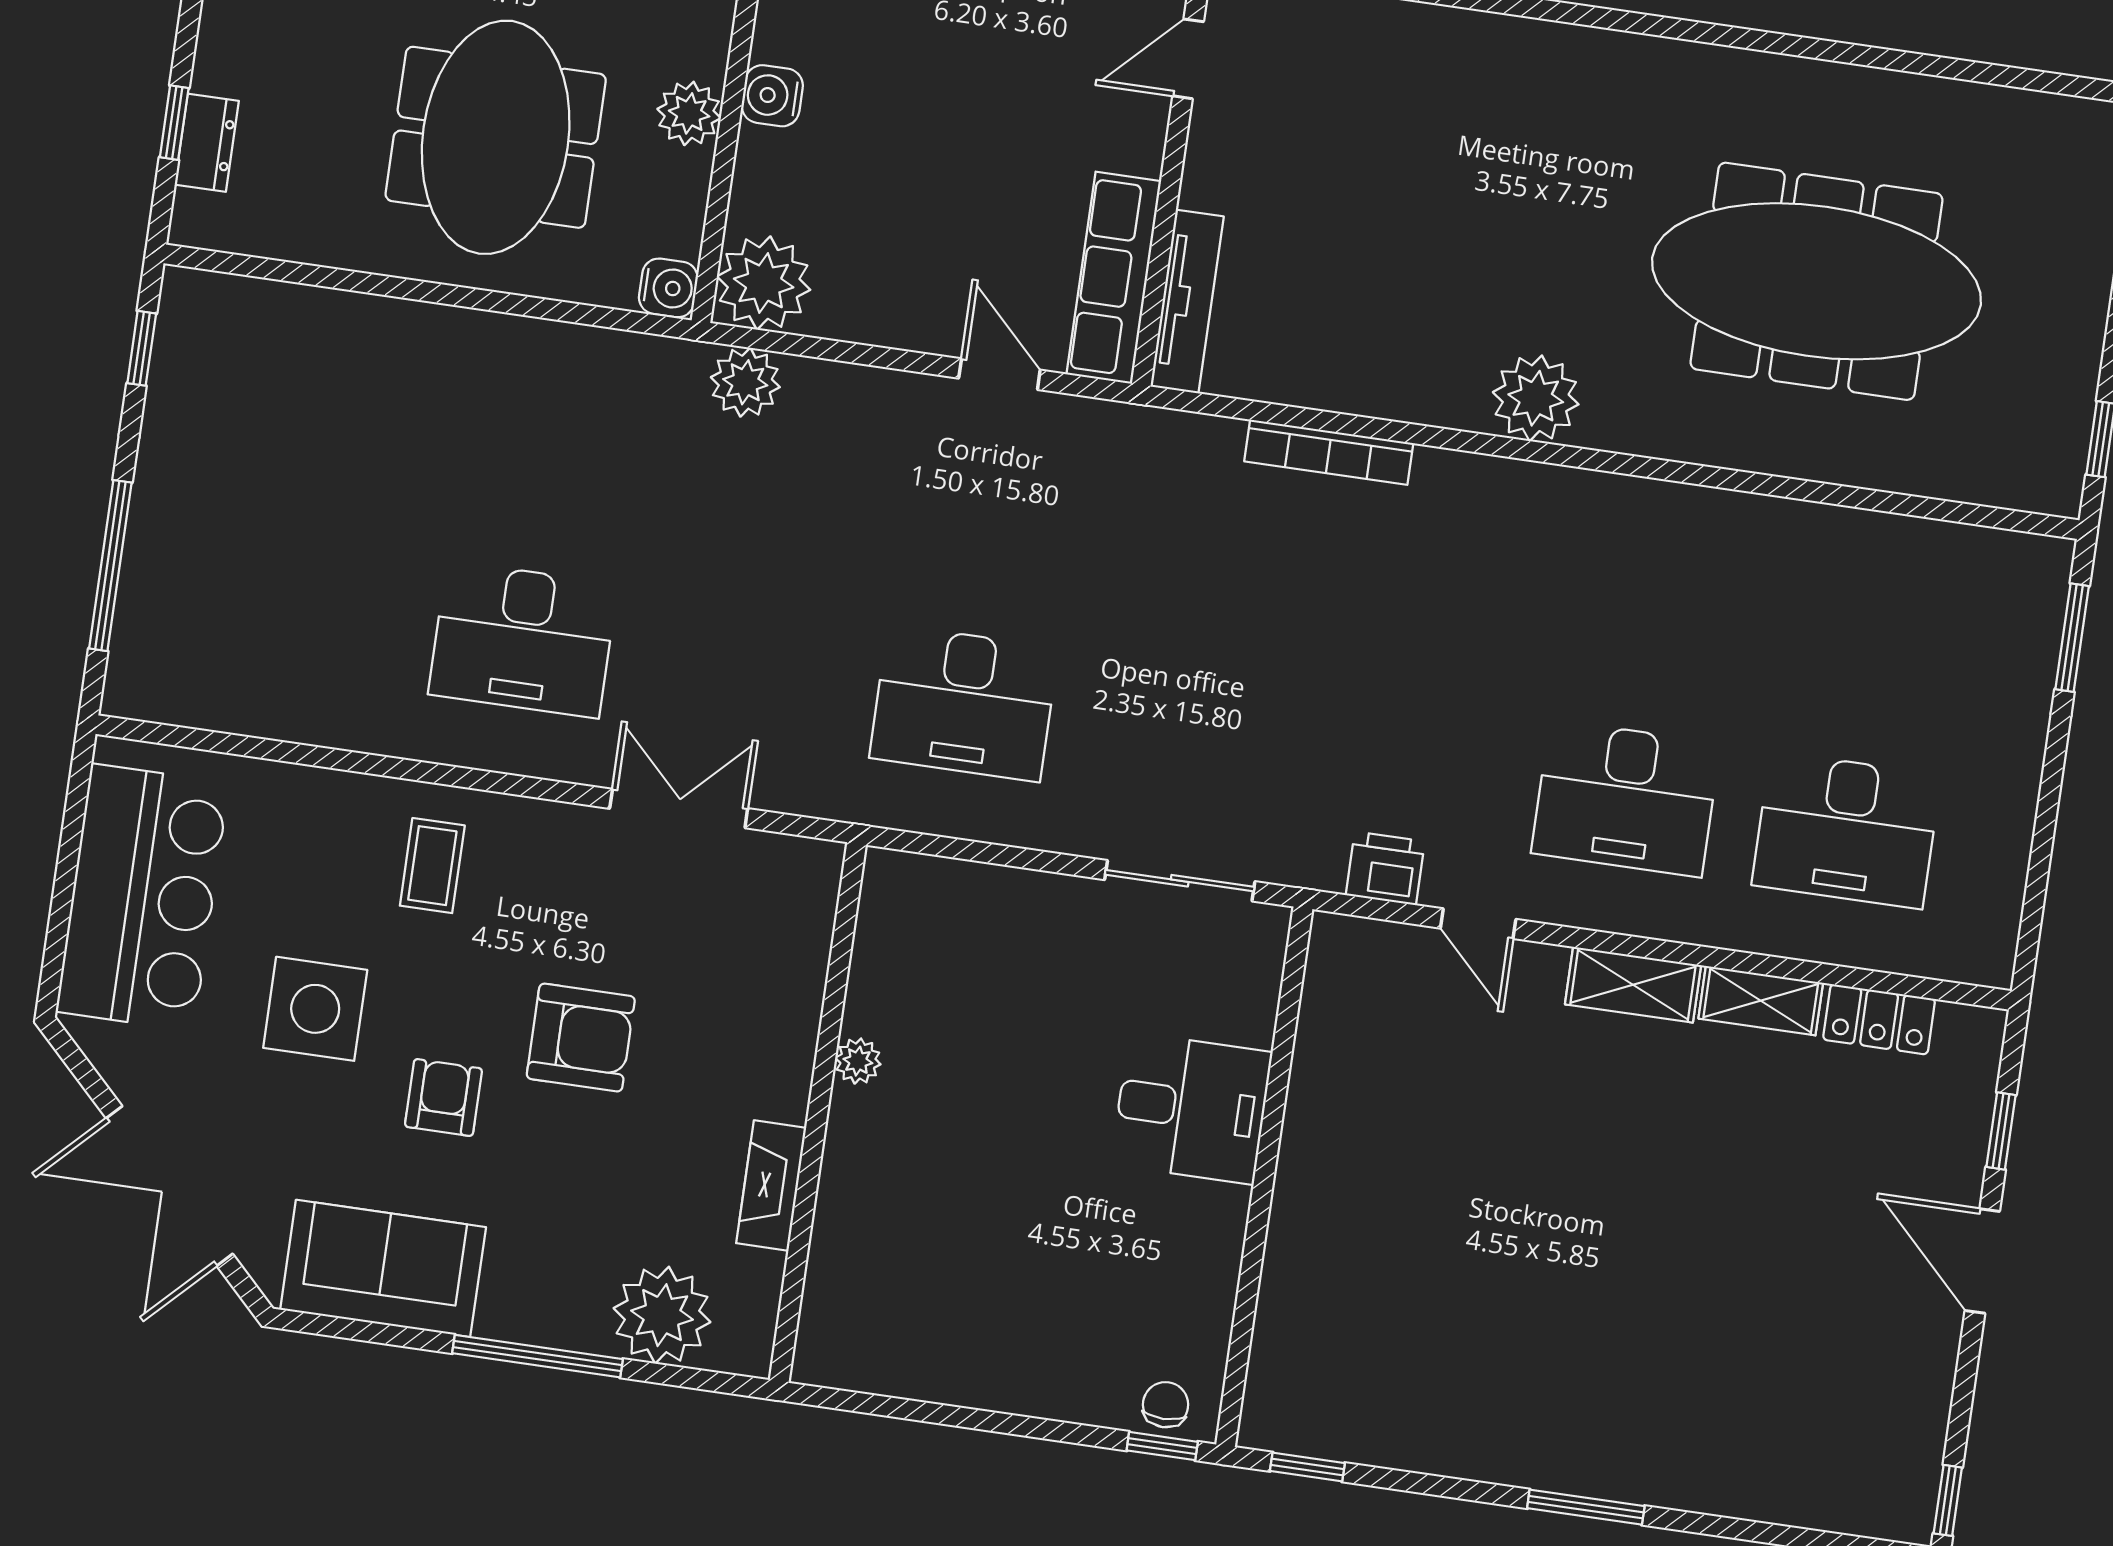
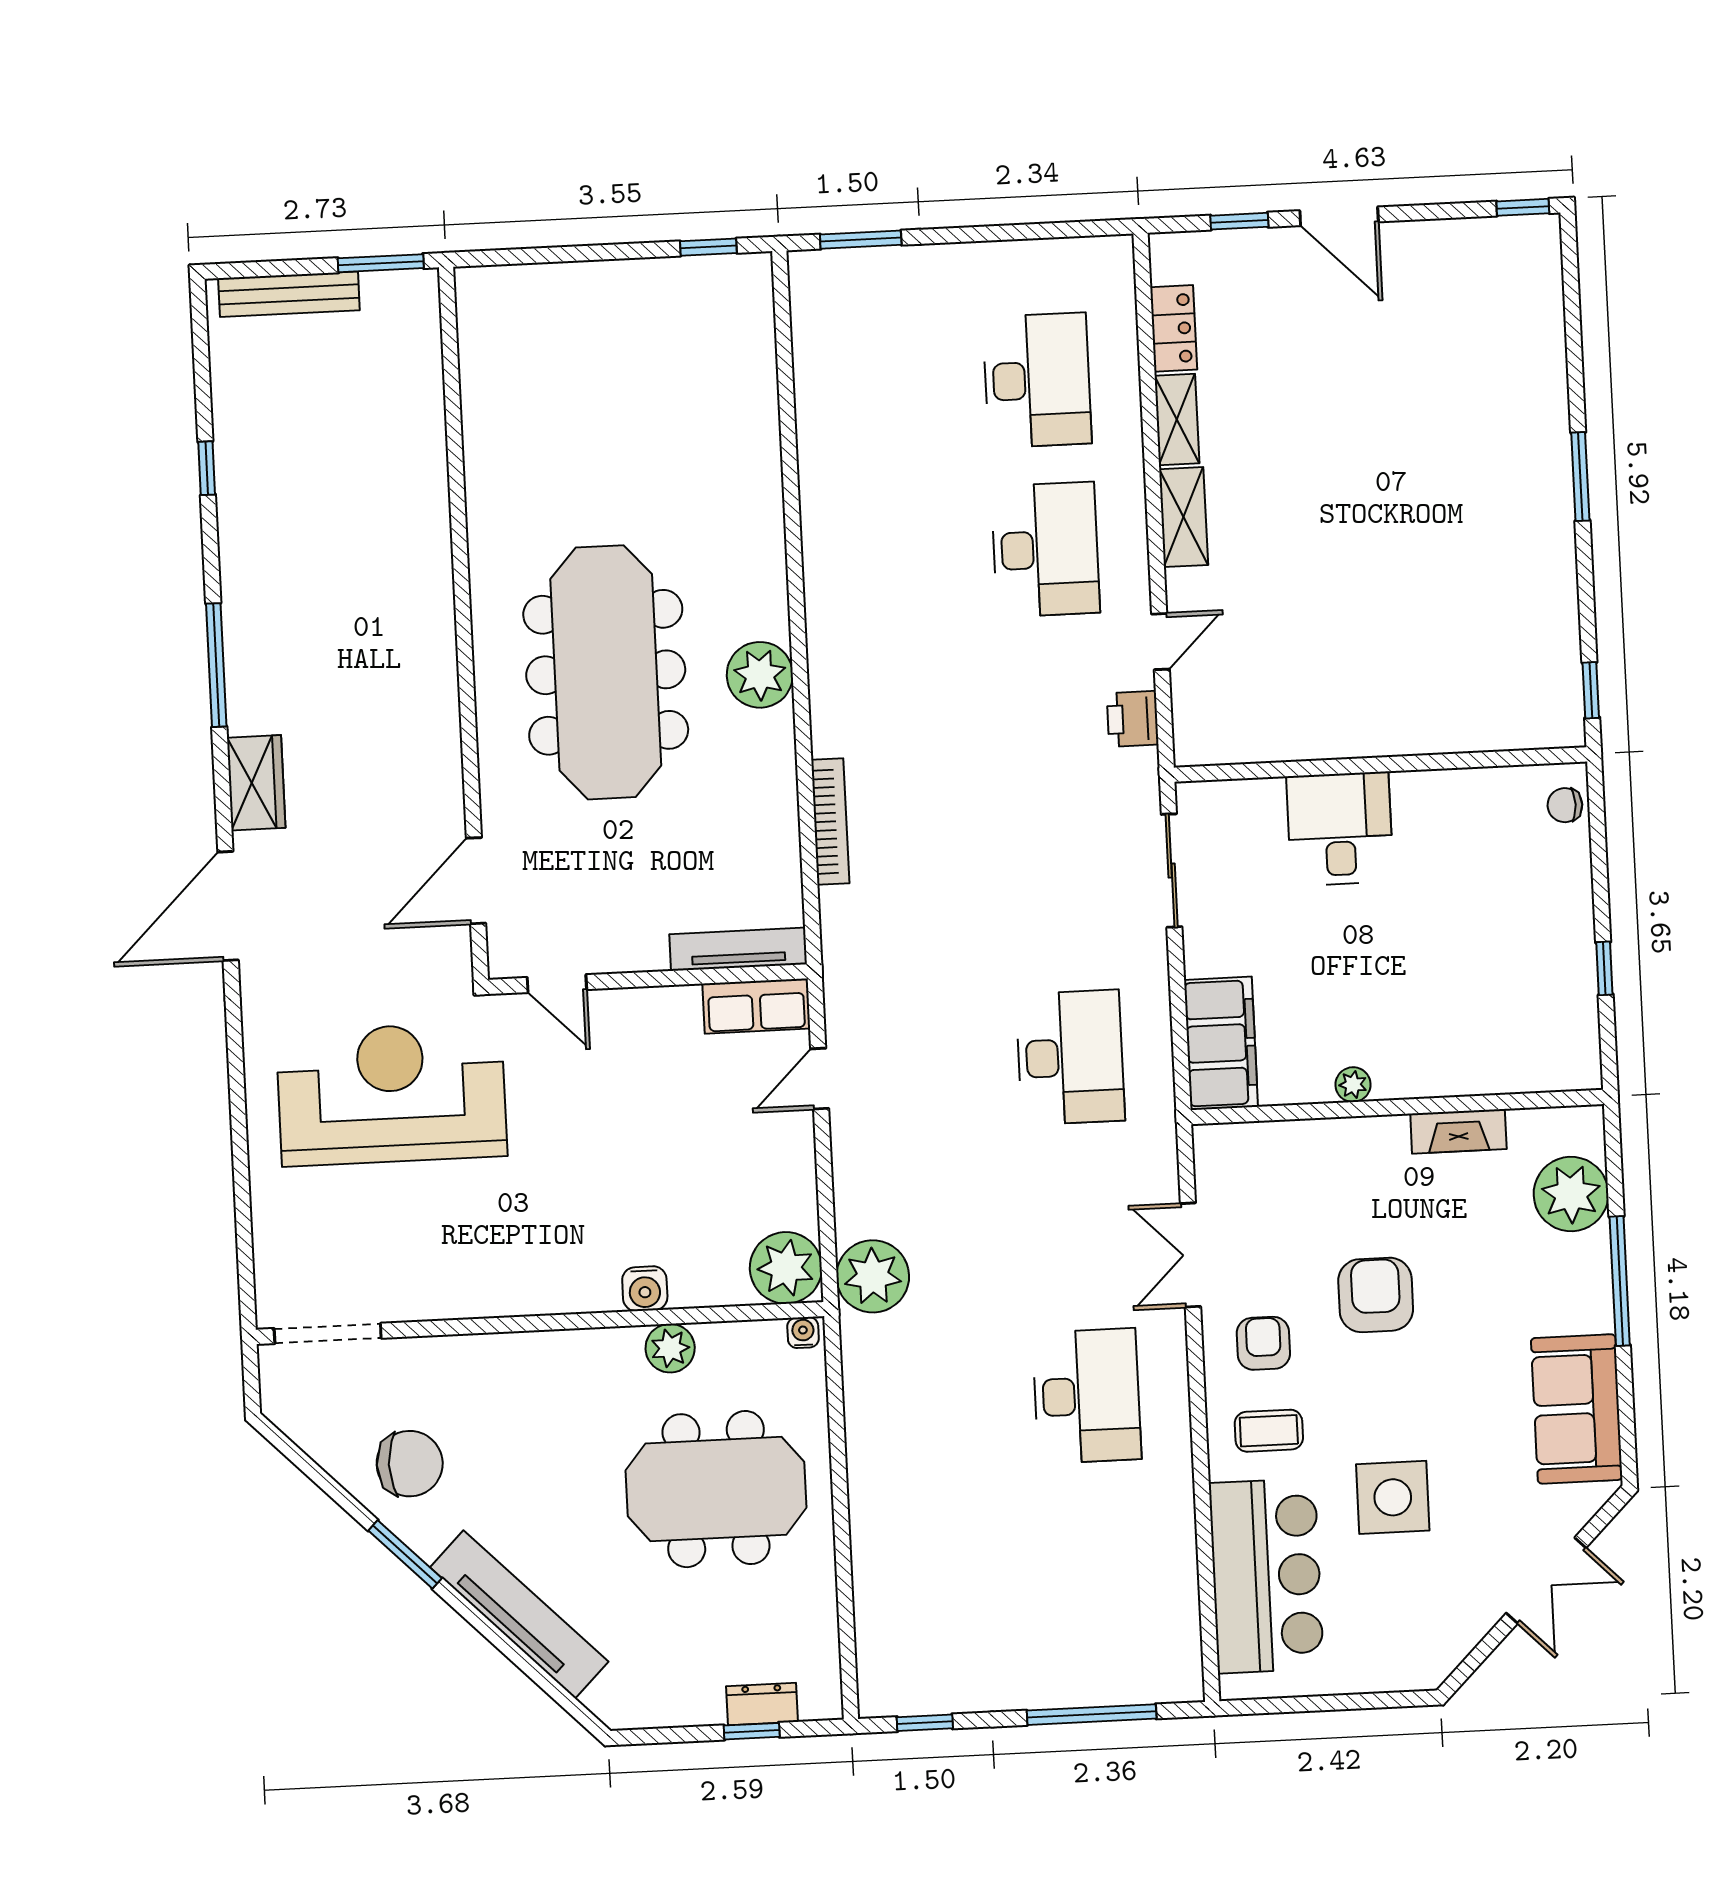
row of seats: (1114, 278) -> (756, 1006), width x0.68
meeting table: (1816, 281) -> (606, 672), moved
water cooler: (668, 288) -> (803, 1333), width x0.72, depth x0.72
plant: (745, 382) -> (873, 1276), width x1.36, depth x1.36
bar counter: (142, 897) -> (1266, 1576), moved, turned 90
filing cabinet: (944, 901) -> (1221, 1043), added
armchair: (443, 1098) -> (1263, 1343), moved, turned 90
double door: (169, 1186) -> (1546, 1580), width x0.73
door: (1982, 1261) -> (1339, 216), hinge flipped
window: (1162, 1446) -> (1604, 968), moved

